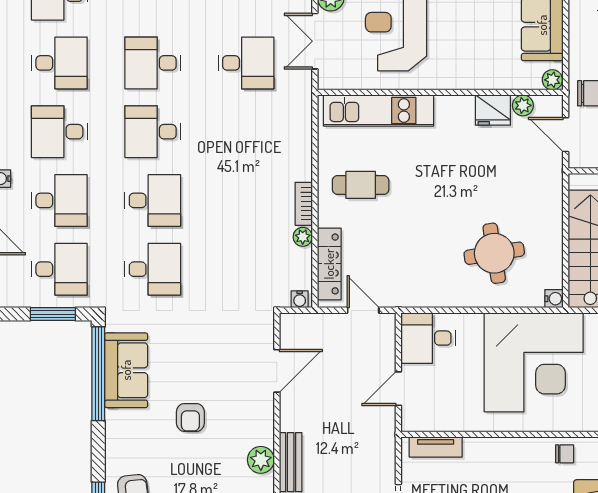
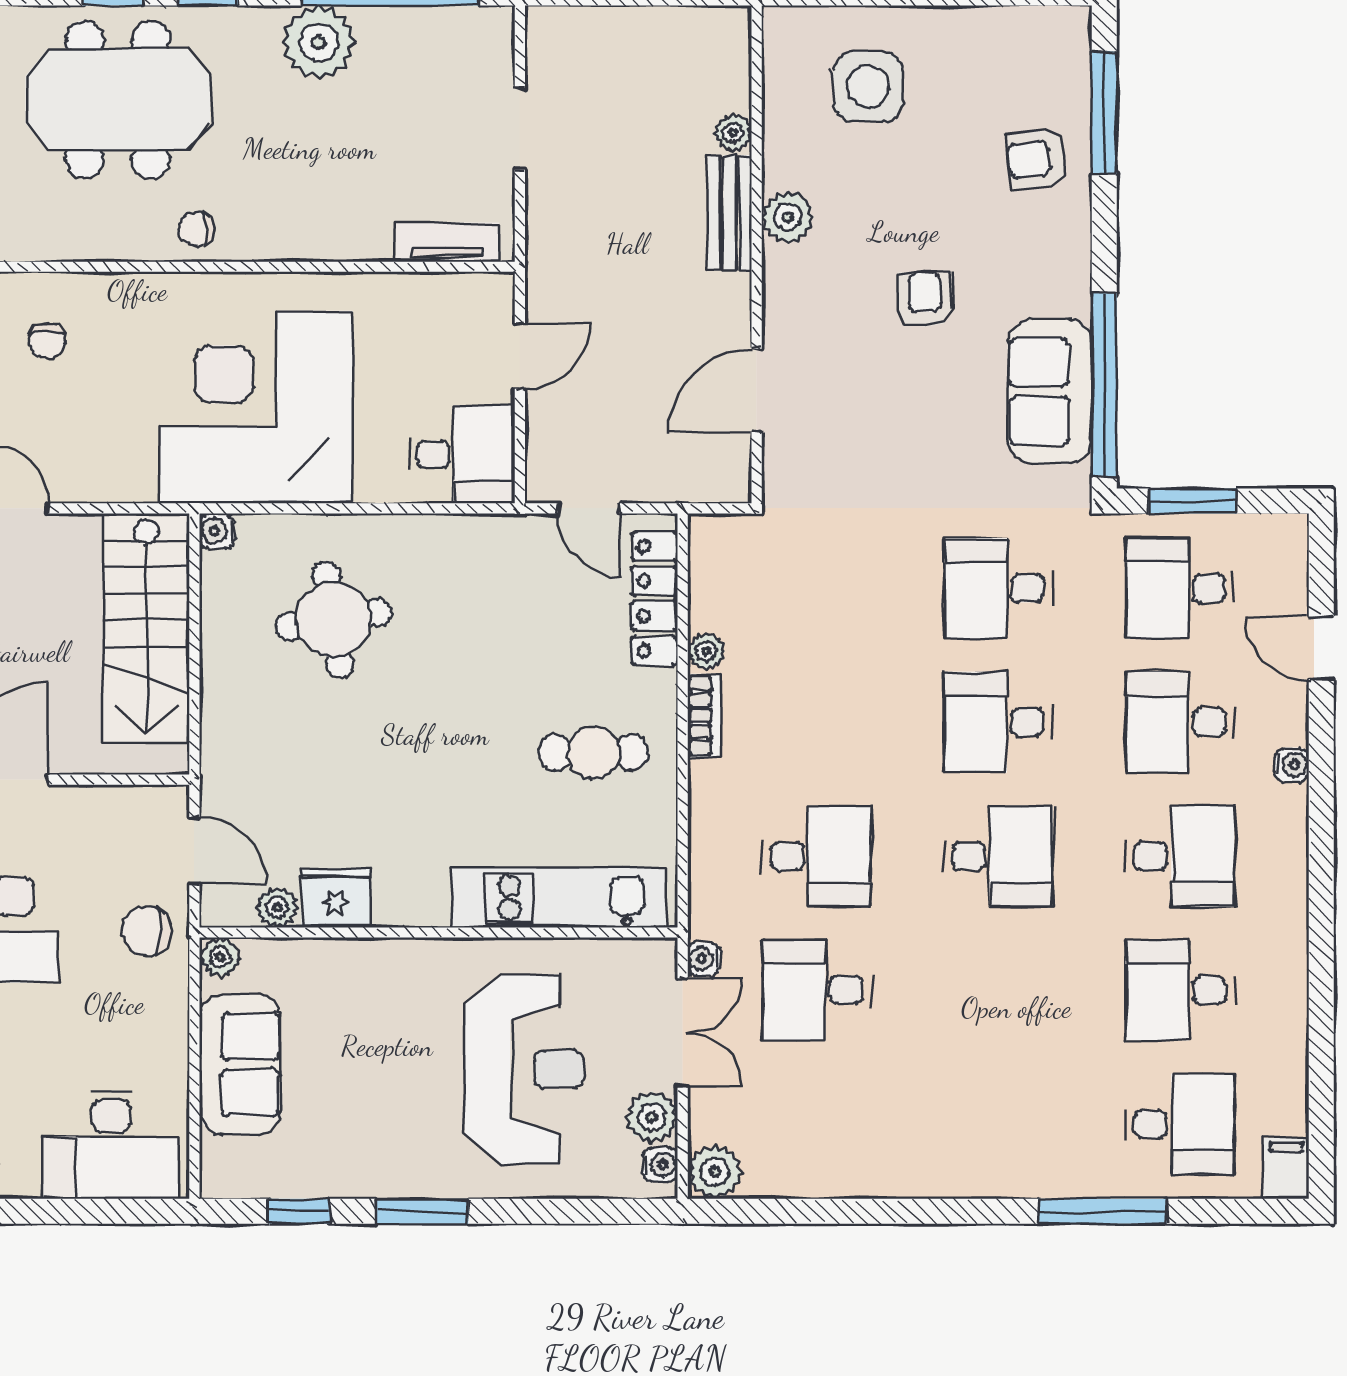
desk: (153, 63) -> (817, 856), moved
water cooler: (300, 299) -> (704, 959), moved, turned -90

